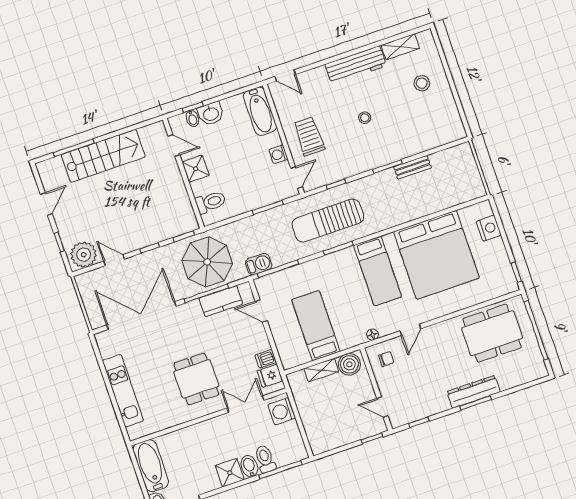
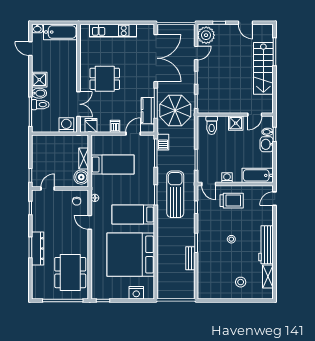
dishwasher: (266, 359) -> (115, 126), moved

